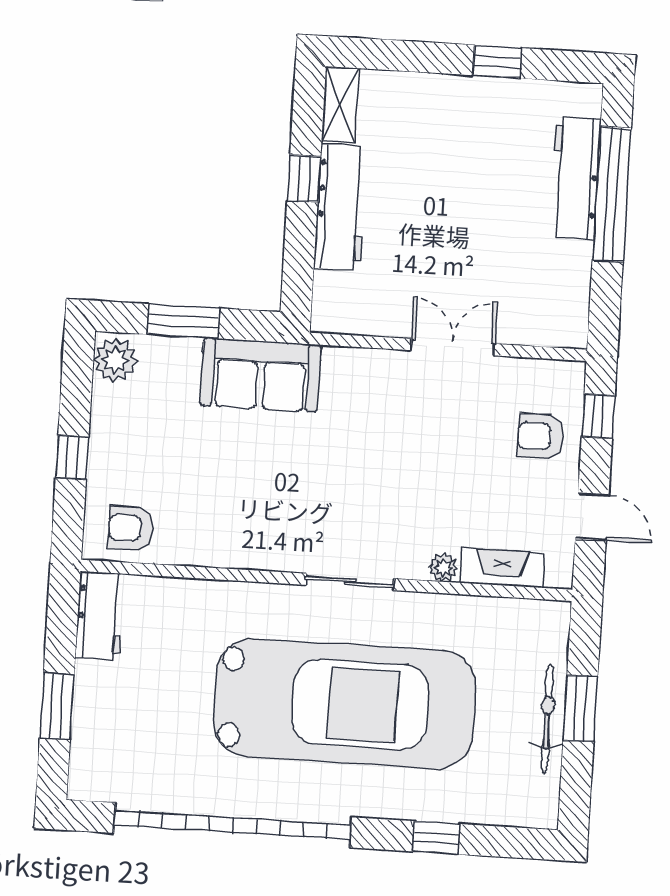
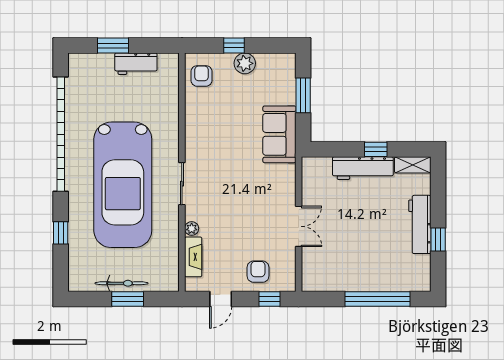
workbench: (575, 178) -> (420, 224), moved, turned -90
plant: (115, 360) -> (245, 63), moved
workbench: (100, 616) -> (136, 64), moved

